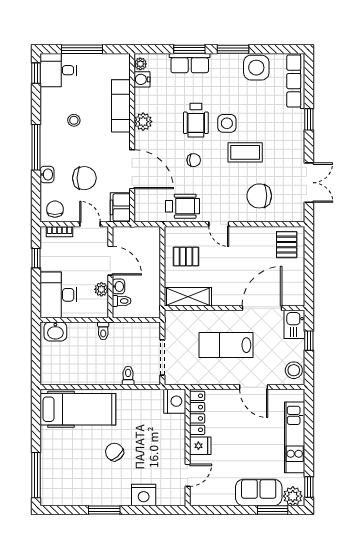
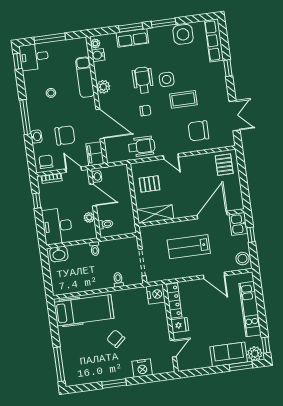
wheelchair: (196, 120) -> (143, 80), turned 180
washbasin: (118, 286) -> (97, 177), moved

